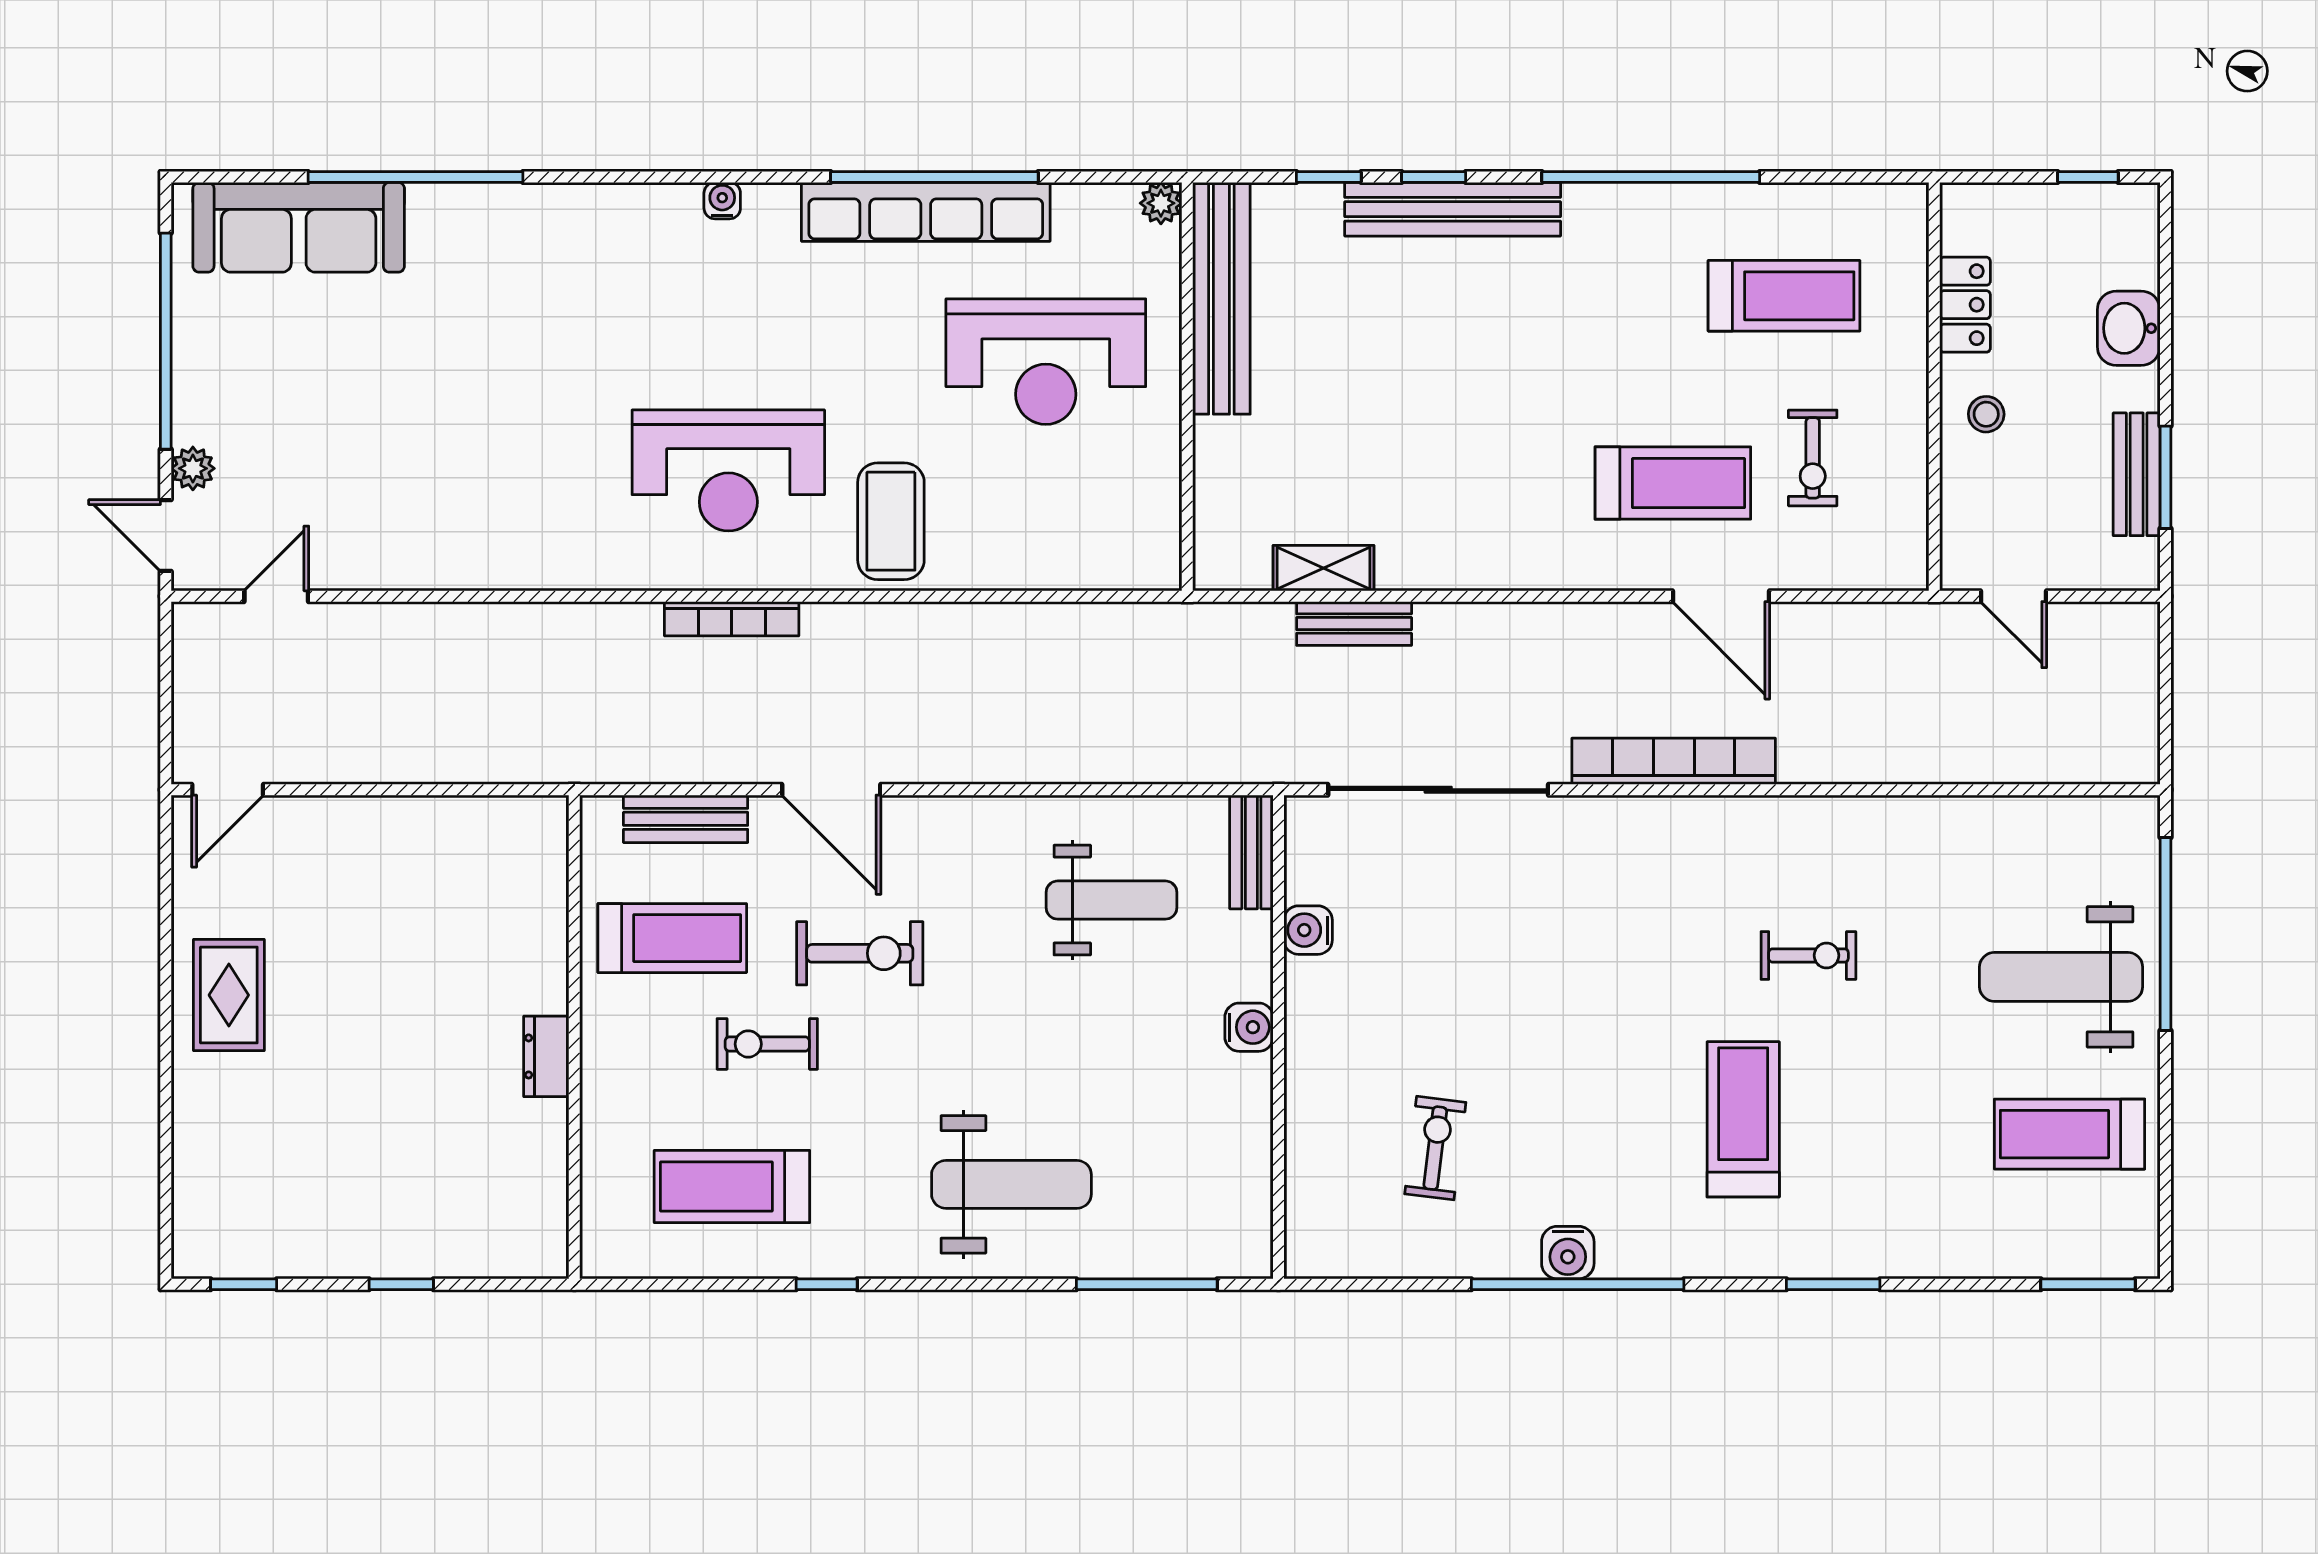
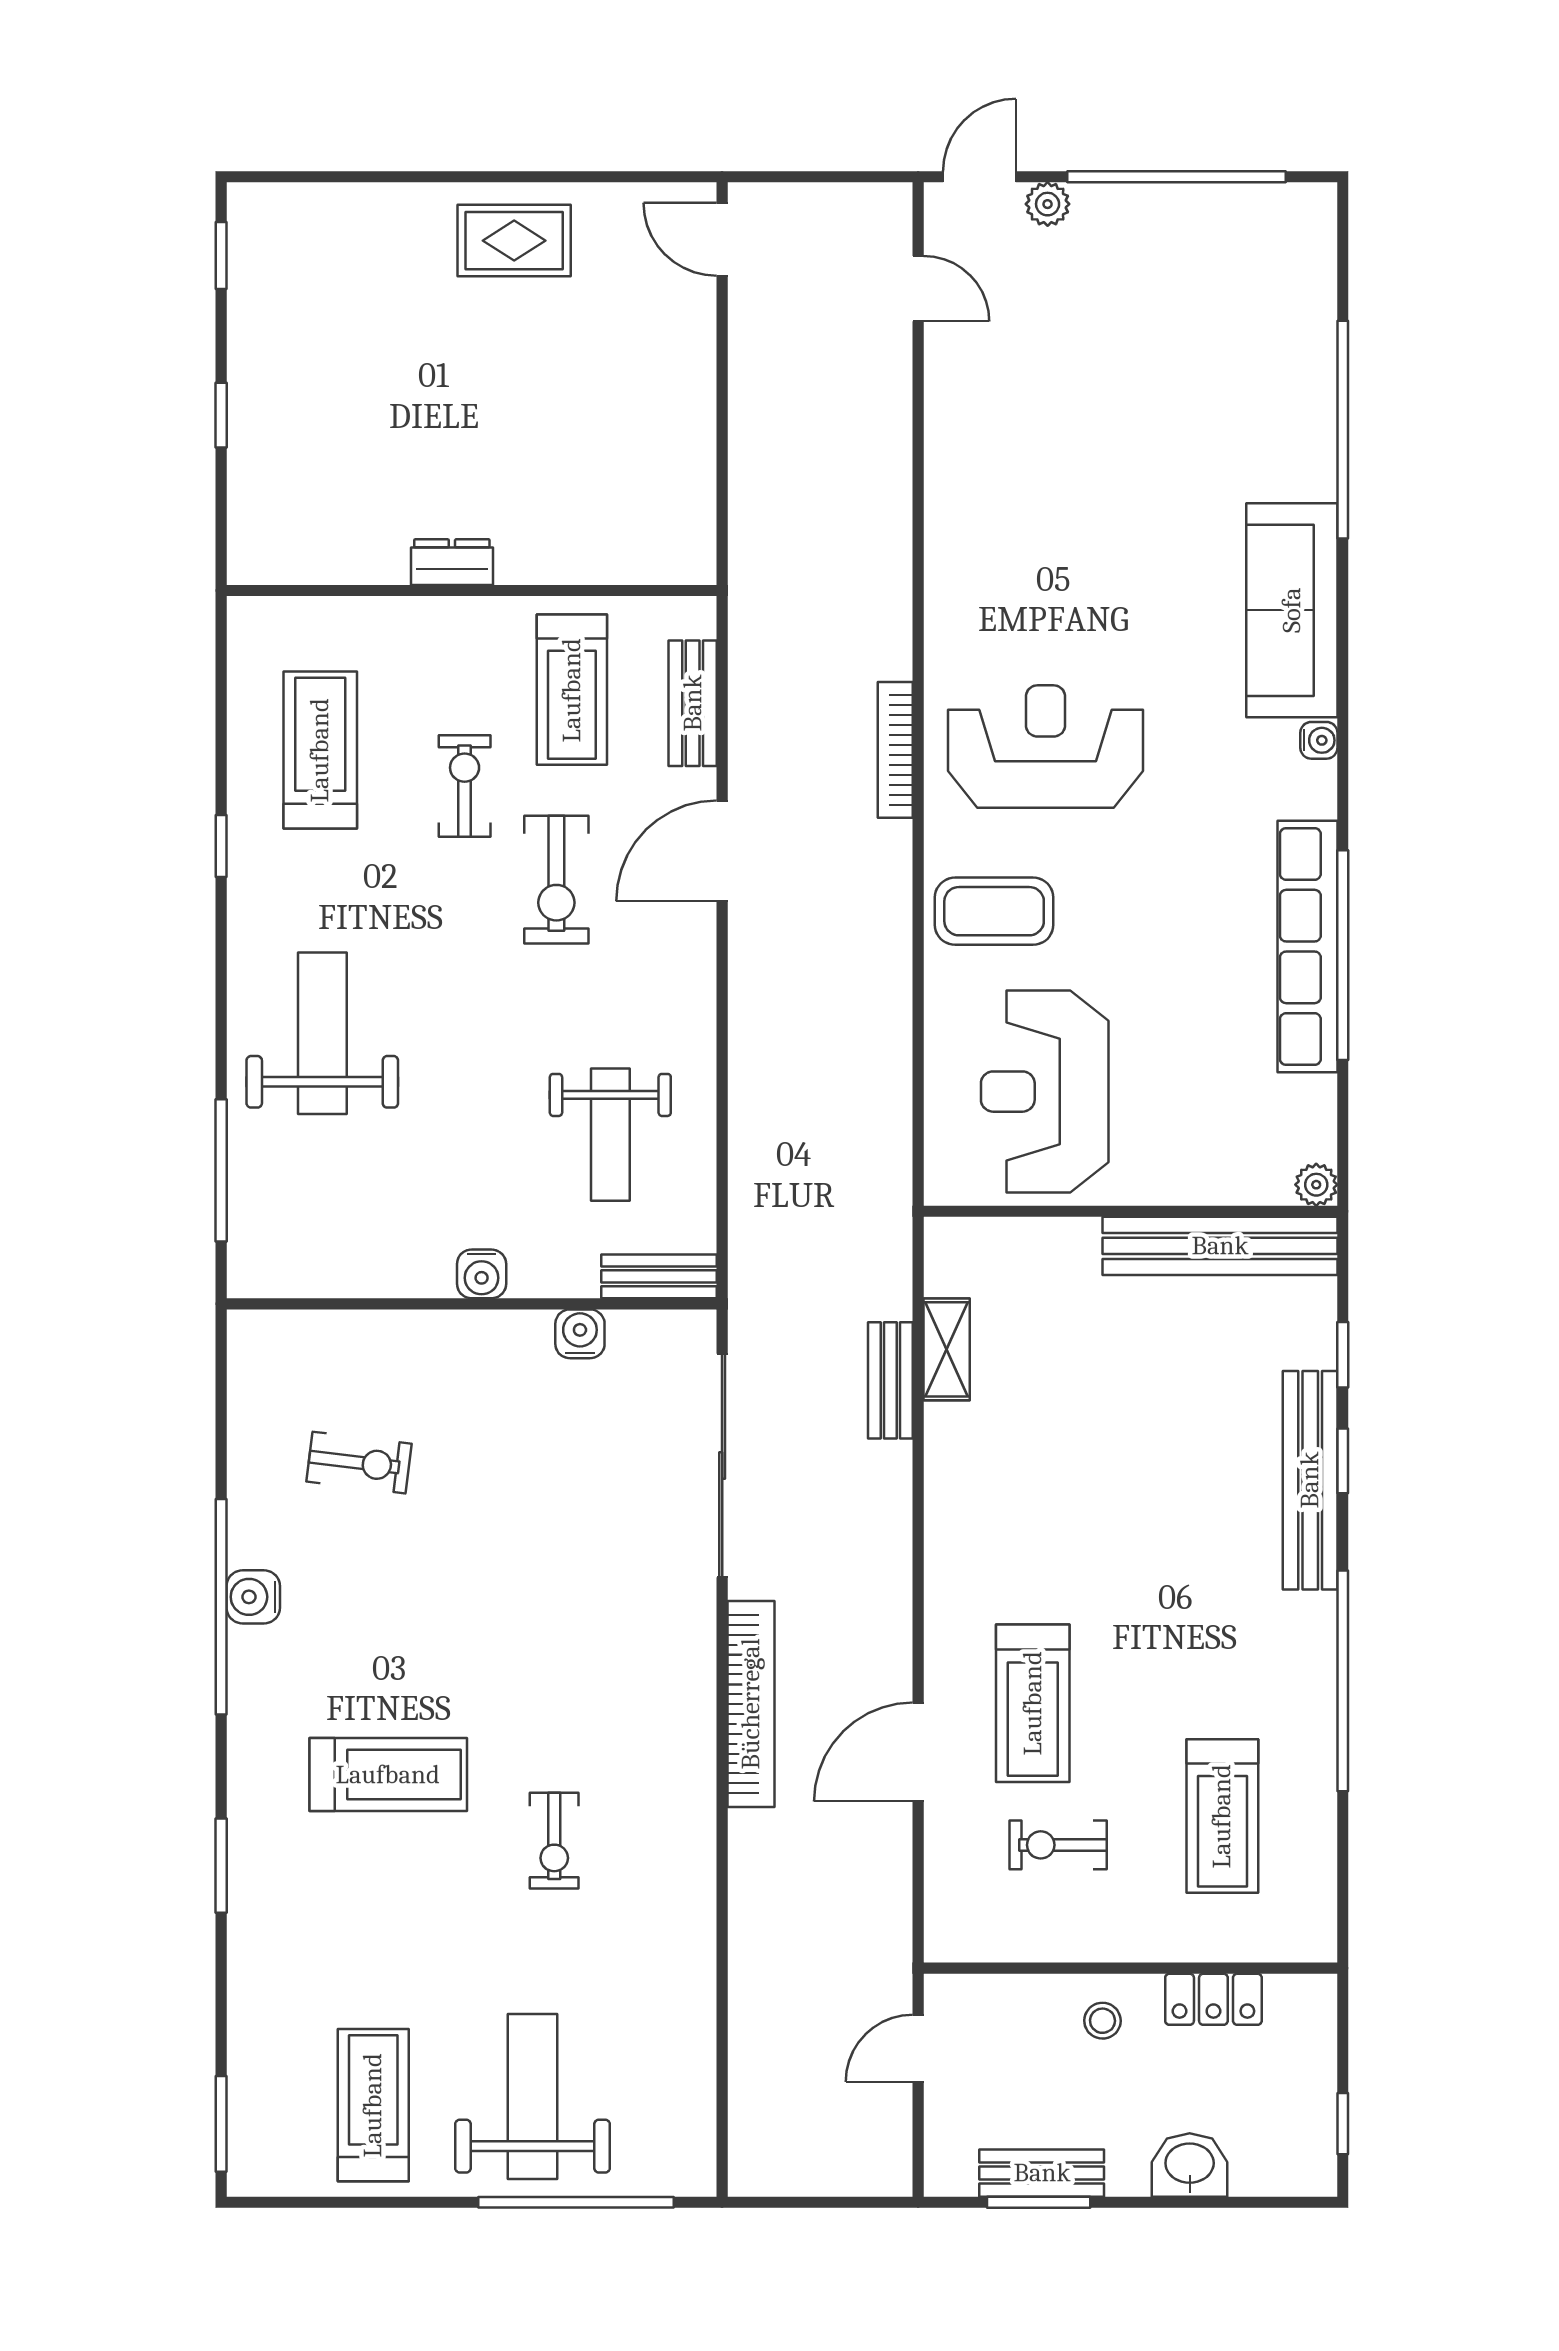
sofa: (299, 227) -> (1292, 610), moved
reception desk: (1046, 362) -> (1045, 1092), moved
reception desk: (728, 470) -> (1045, 746), turned 90
weight bench: (1011, 1184) -> (322, 1033), turned 180

